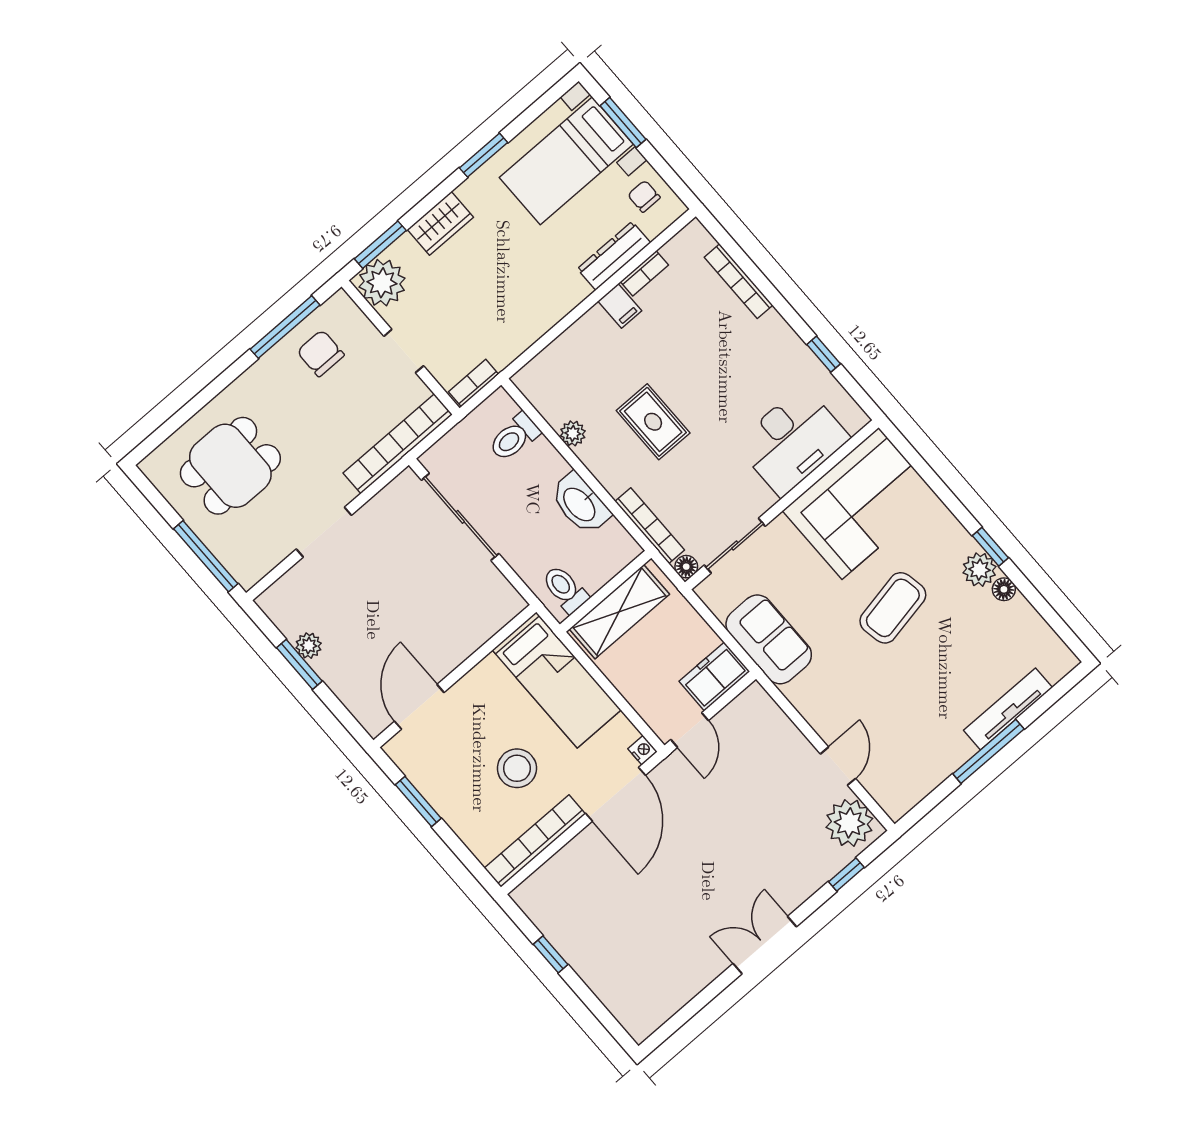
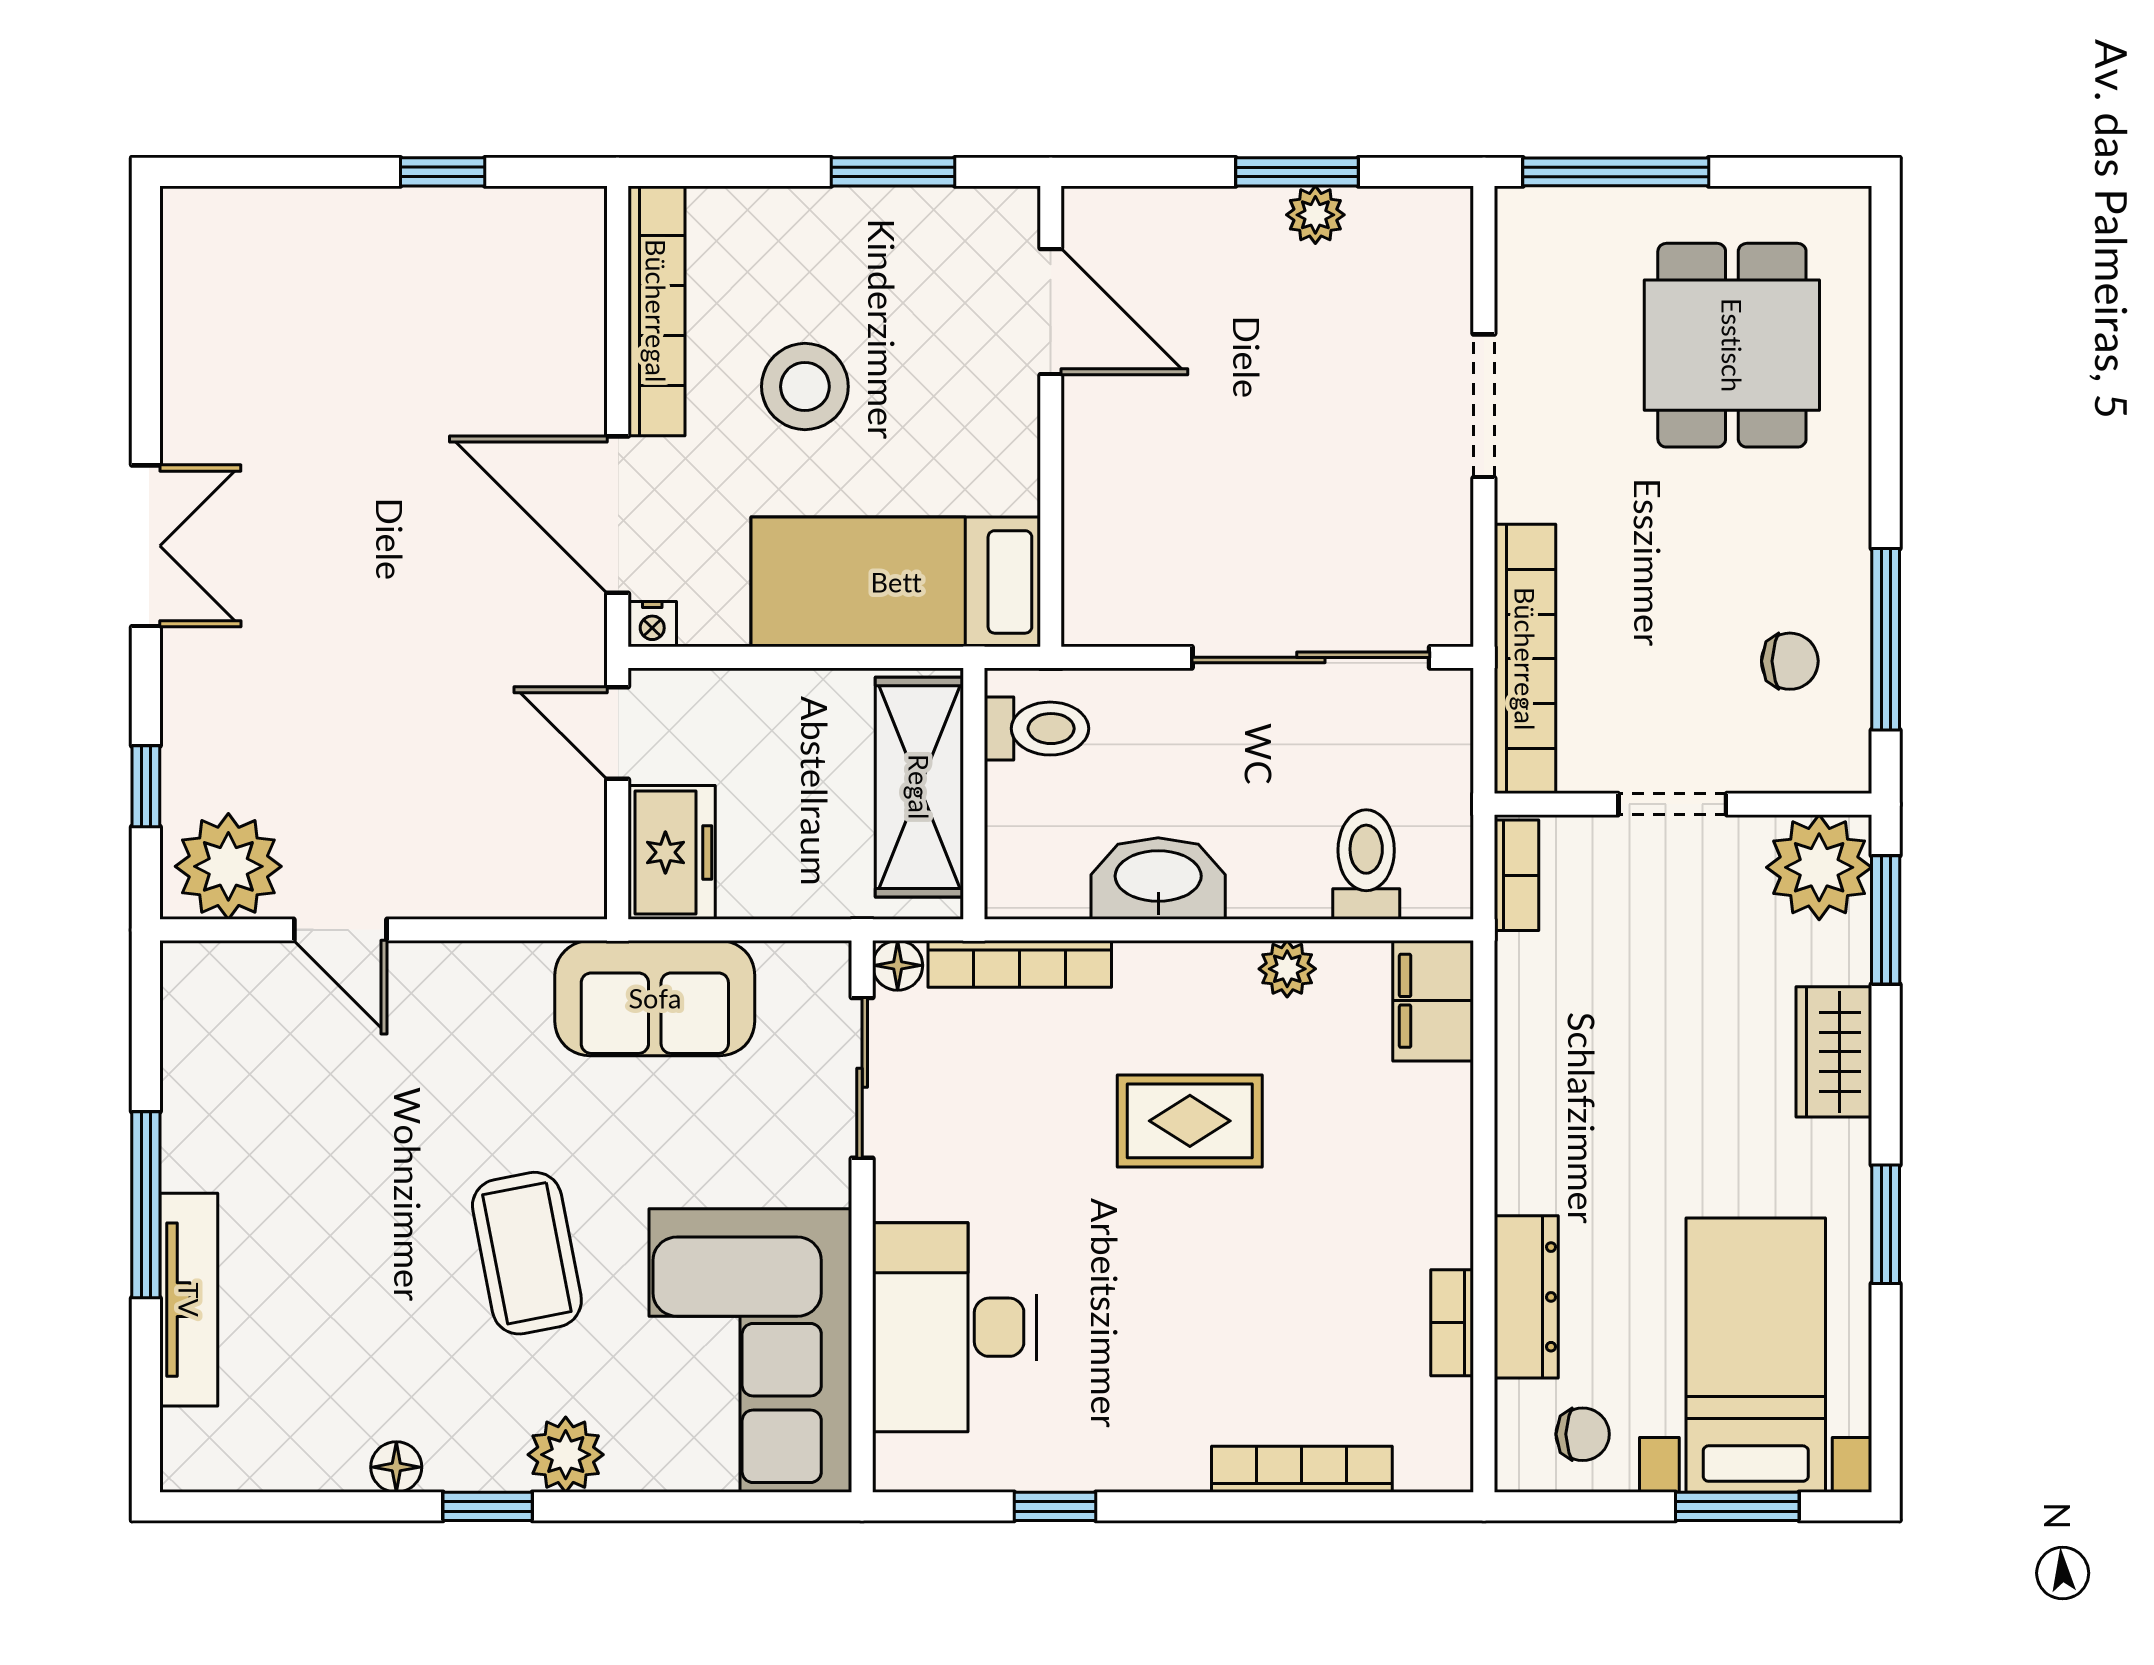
filing cabinet: (620, 306) -> (1433, 1001), moved, width x2.00
chair: (321, 353) -> (1790, 661), width x0.73, depth x0.73
plant: (979, 570) -> (566, 1455), moved

